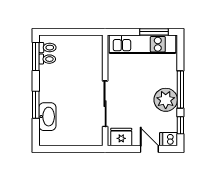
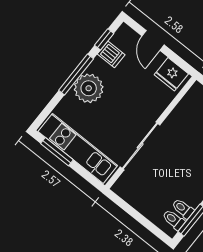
plant: (166, 100) -> (89, 88), moved
sliding door: (105, 104) -> (140, 146), moved
dishwasher: (169, 139) -> (111, 54), moved

